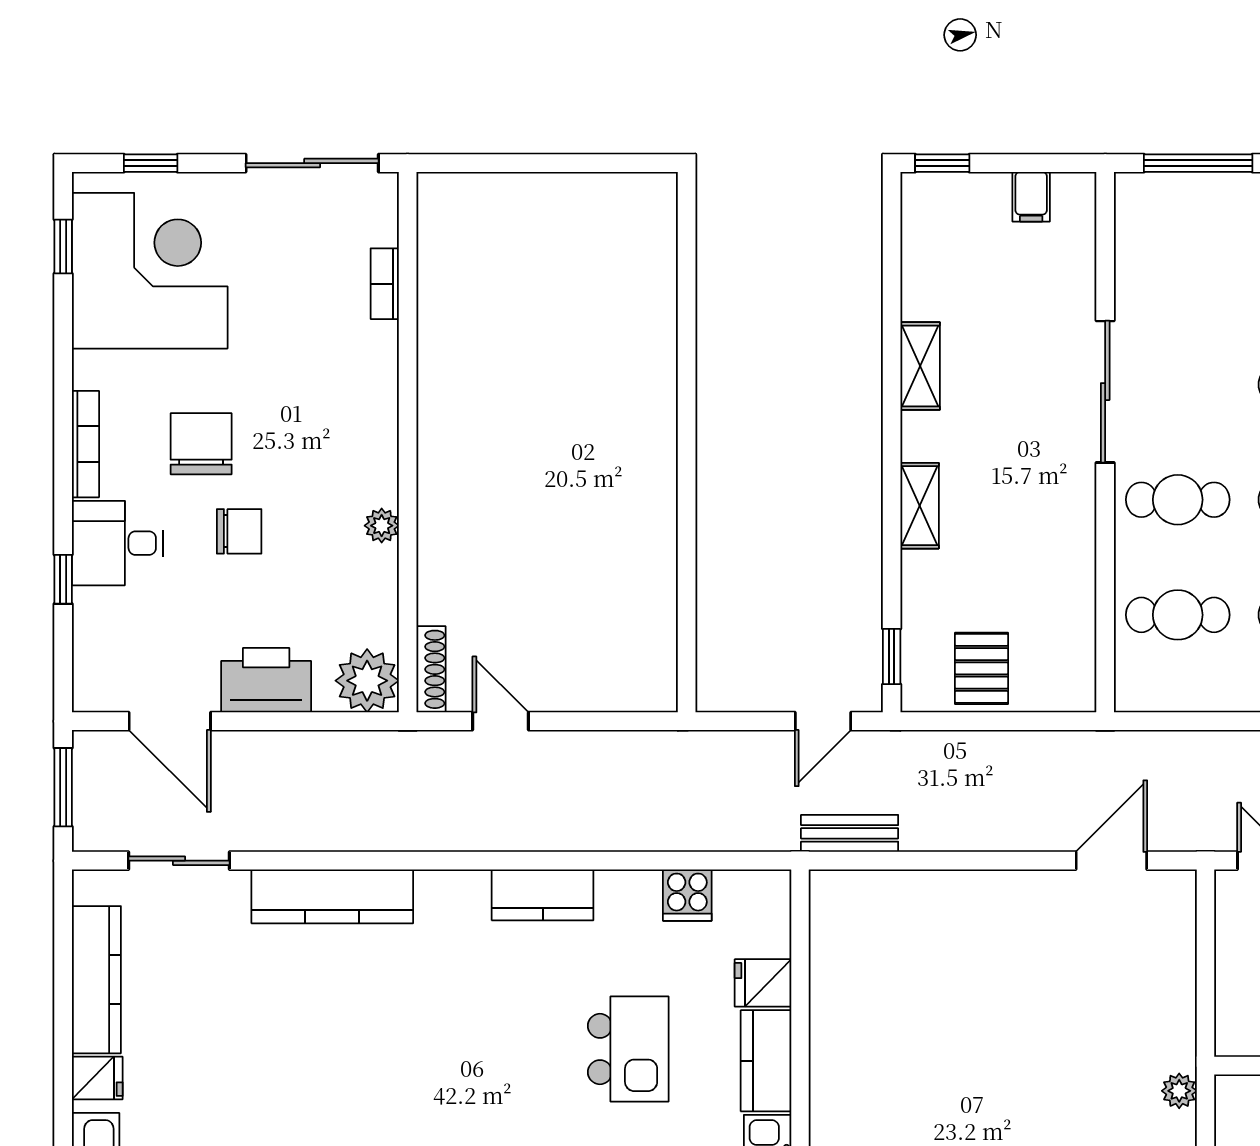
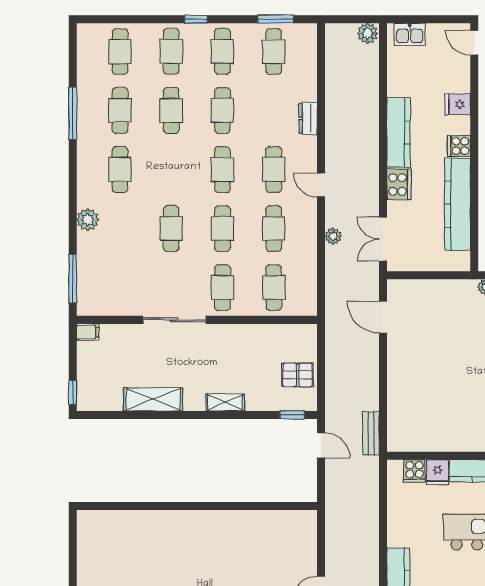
filing cabinet: (1031, 197) -> (88, 332), moved
shelving: (920, 366) -> (153, 399), width x1.50, depth x1.33
cooker: (687, 895) -> (414, 471), moved, turned 90

